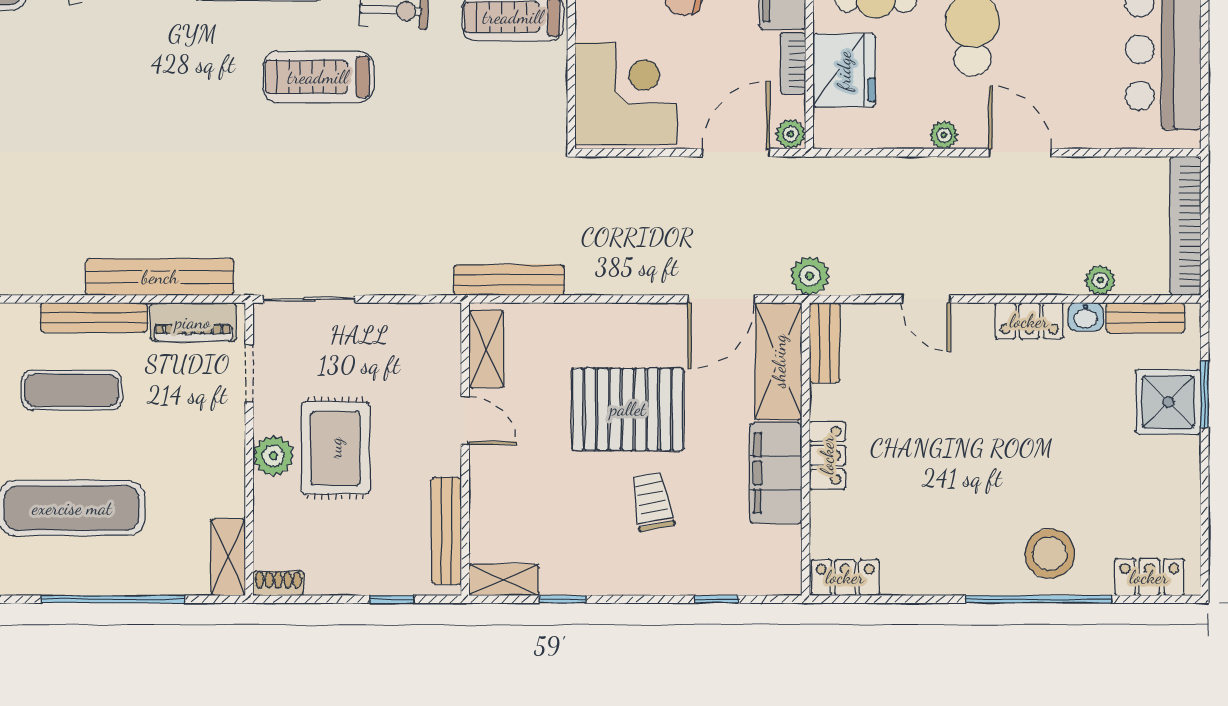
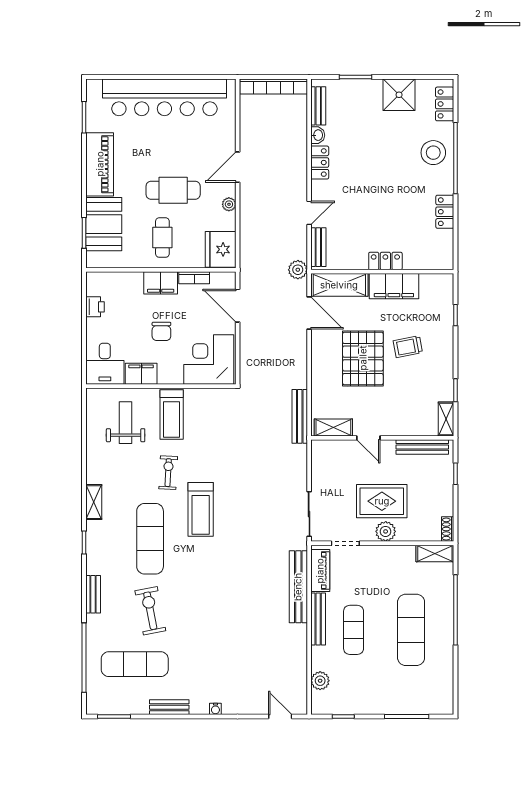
fridge: (844, 71) -> (221, 249), moved, turned -90
plant: (791, 134) -> (229, 279), removed
plant: (1100, 280) -> (300, 128), removed
bench: (825, 343) -> (318, 247), moved, turned 90
shower: (1168, 402) -> (399, 95), moved
door: (465, 421) -> (368, 438), swing flipped
locker: (845, 577) -> (445, 212), moved

